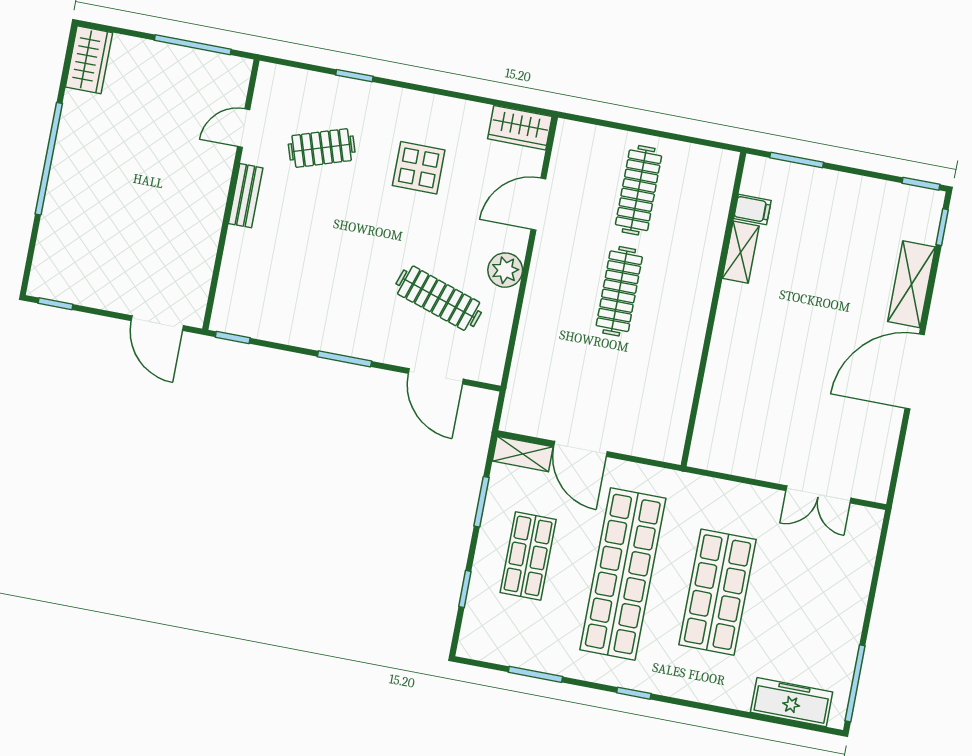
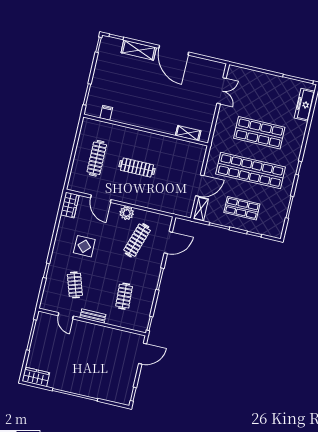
clothes rail: (639, 190) -> (97, 158), turned 90
shelving: (741, 252) -> (188, 133), moved
clothes rail: (298, 271) -> (124, 296), added

